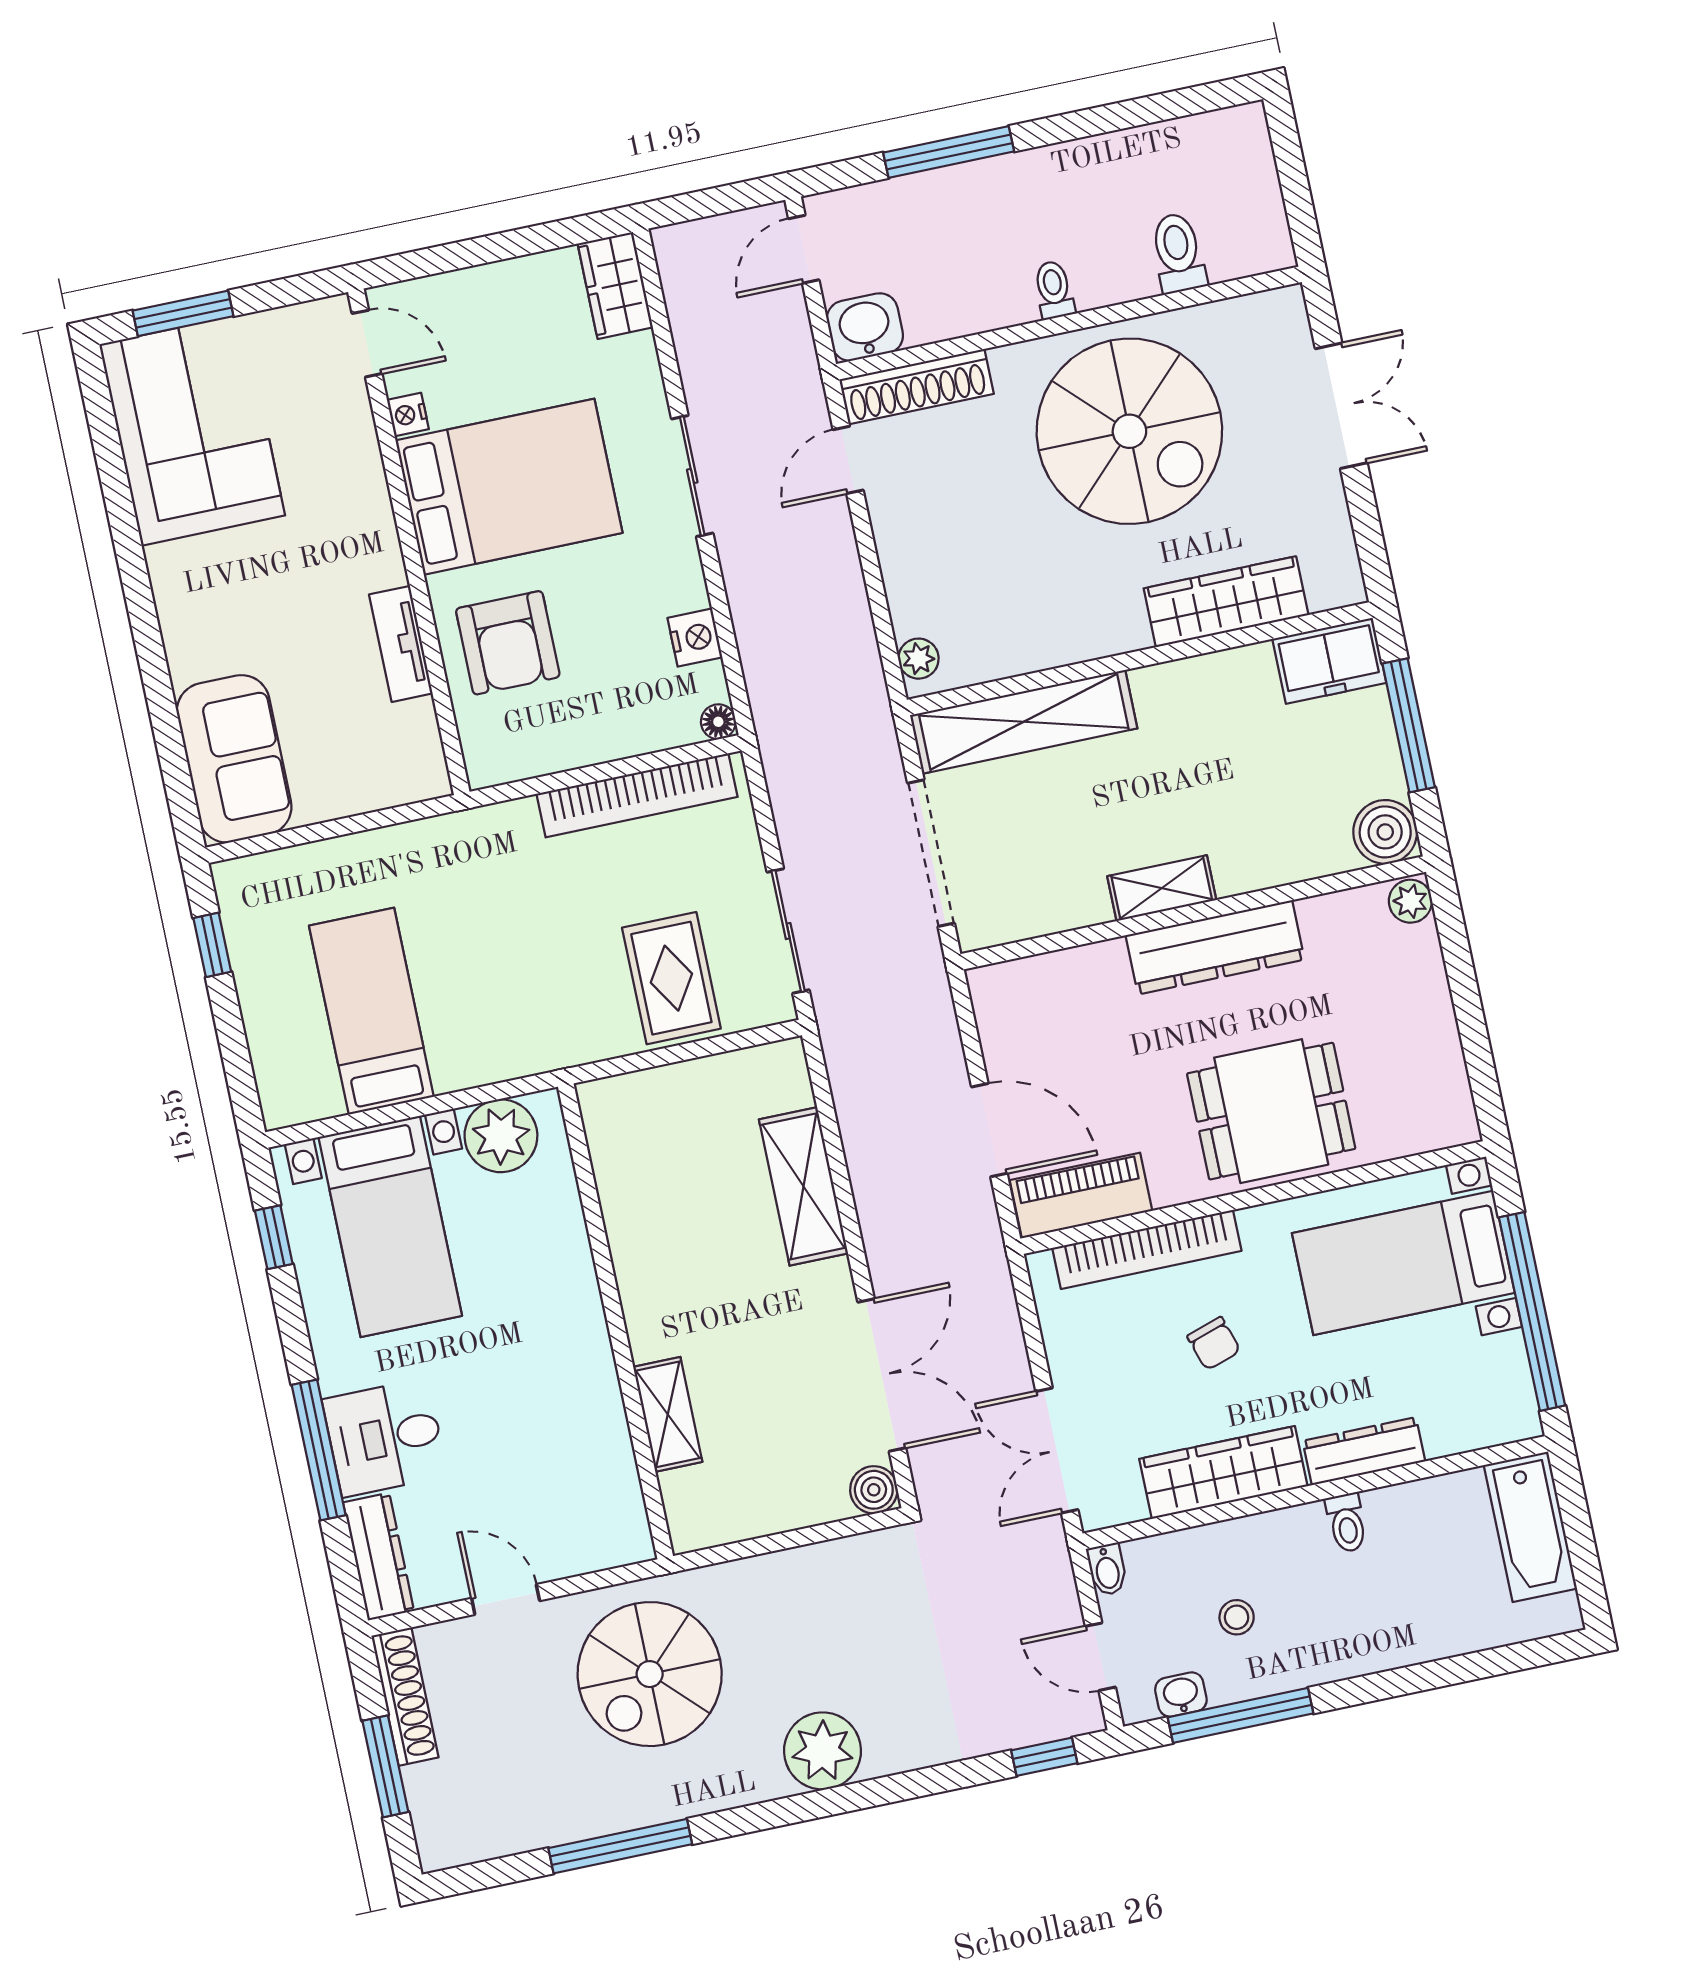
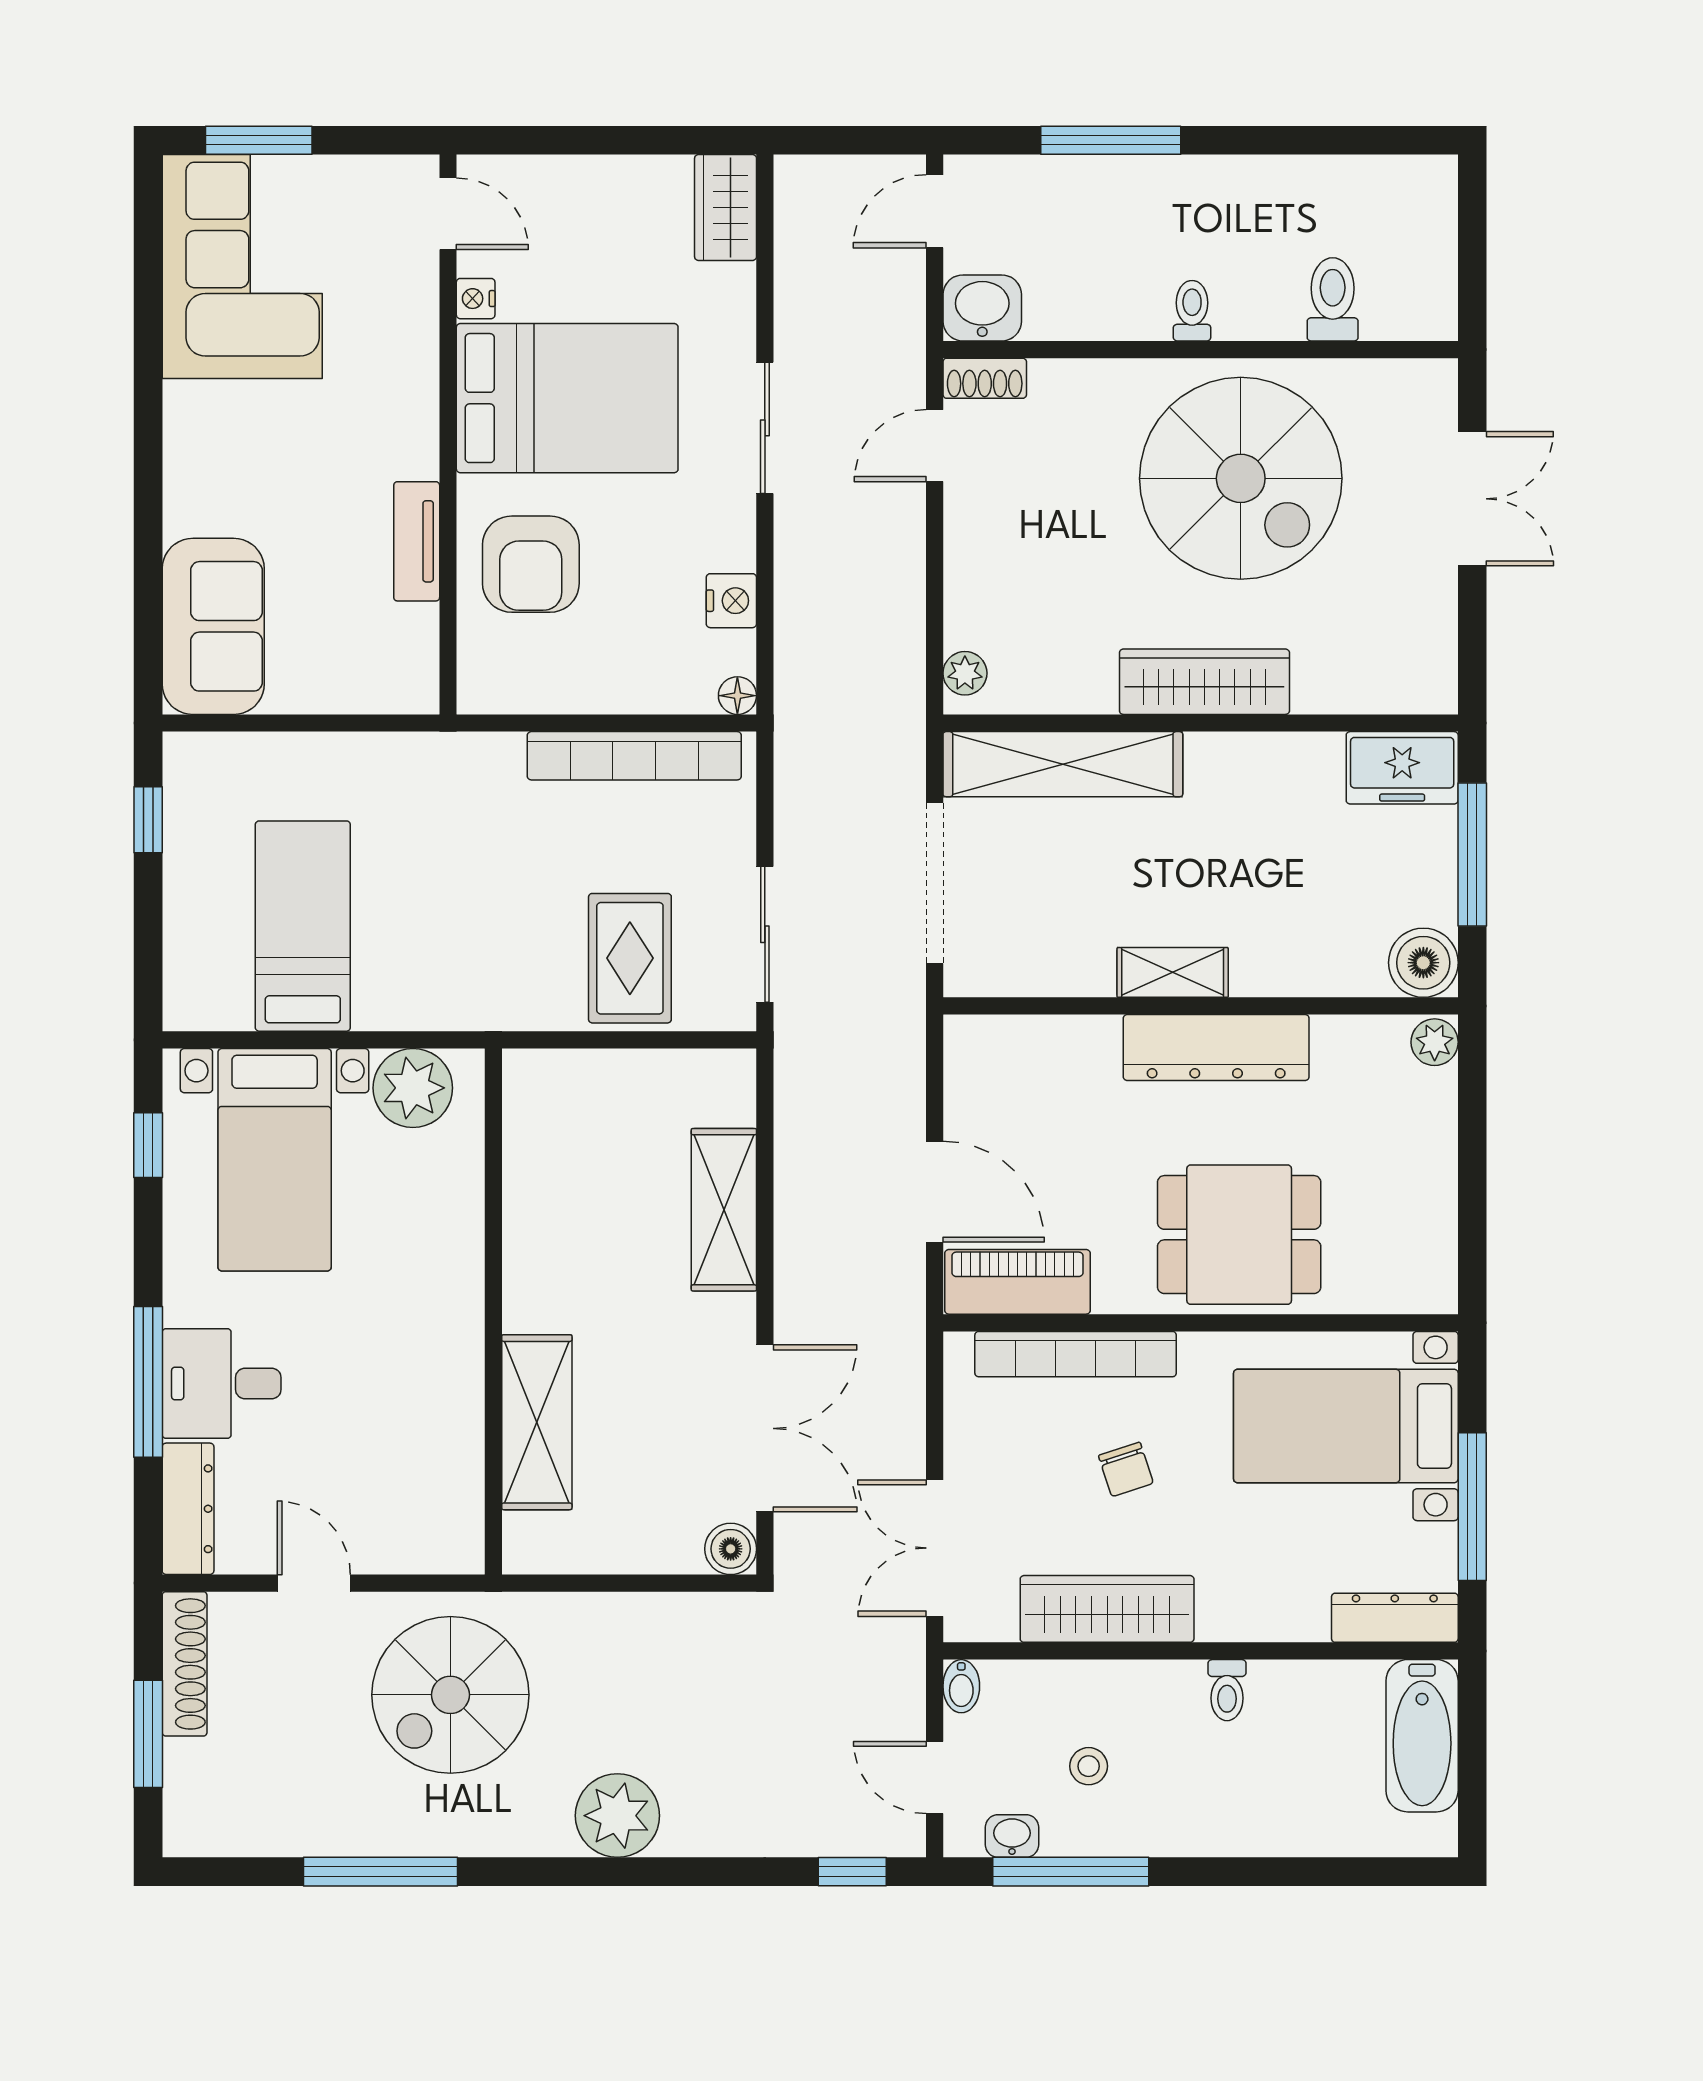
shoe rack: (917, 387) -> (985, 378), width x0.51, depth x0.81
wardrobe: (1226, 602) -> (1204, 682), moved
window: (1532, 1311) -> (1472, 1507), width x0.68
shelving: (668, 1414) -> (537, 1422), width x1.50, depth x1.33
dresser: (1364, 1451) -> (1395, 1618), moved

